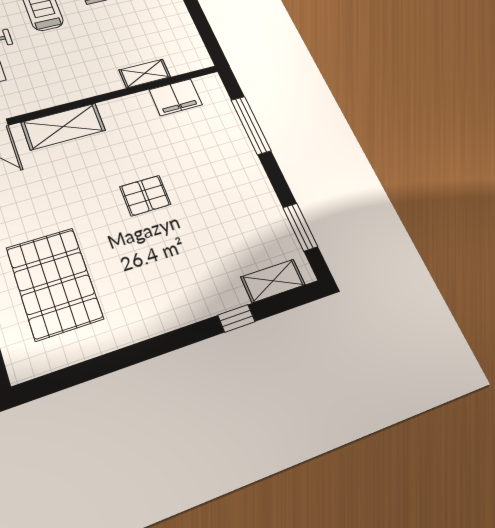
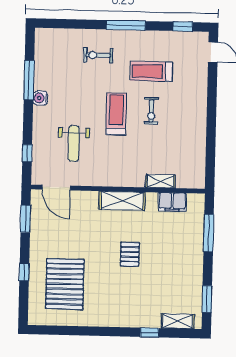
shelving: (63, 126) -> (122, 201), moved
pallet: (145, 196) -> (130, 254), turned 90

